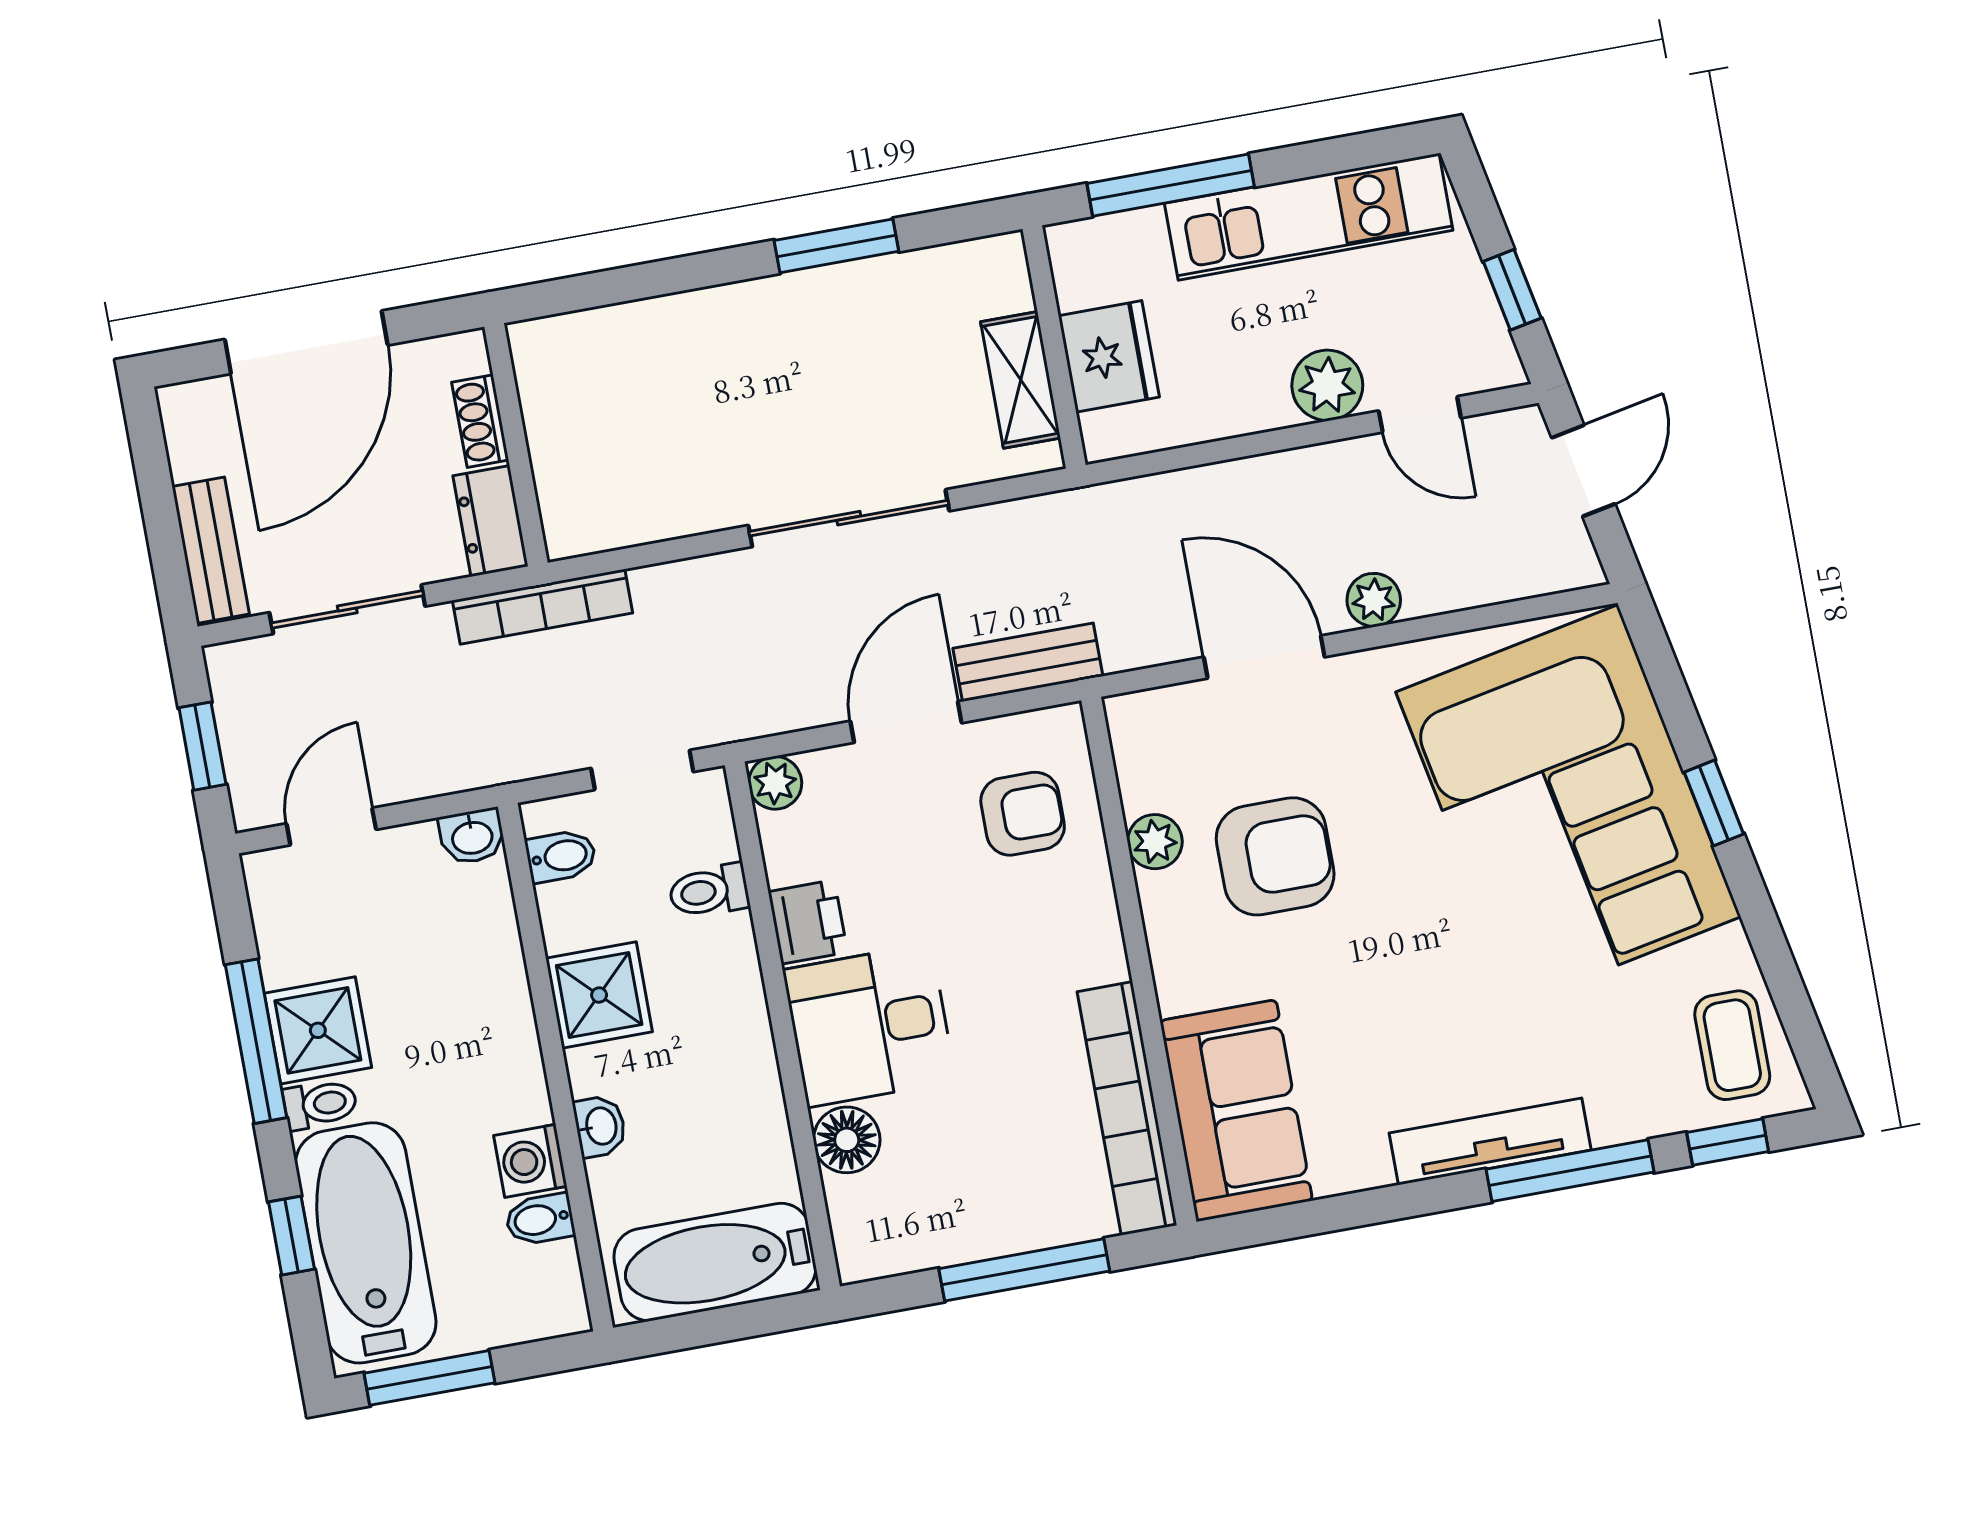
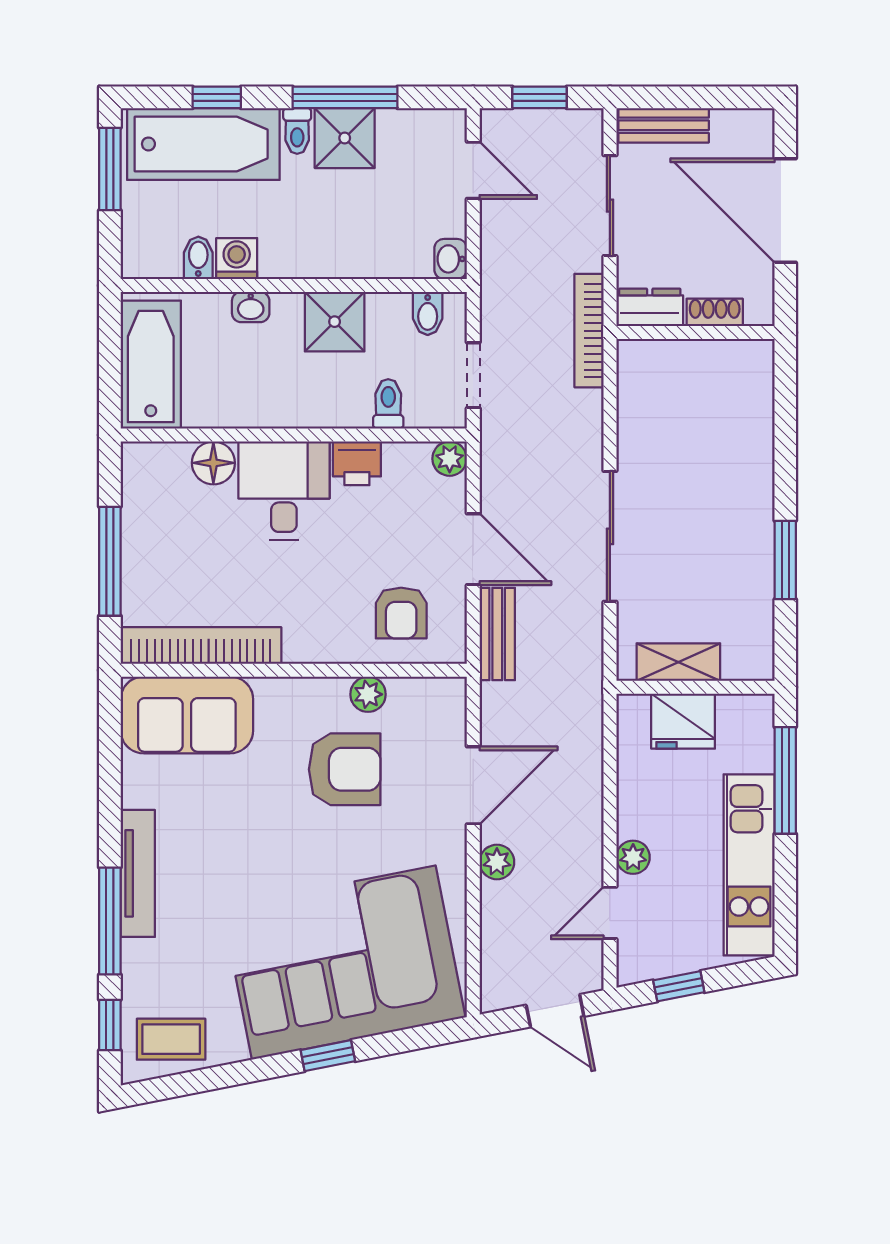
plant: (1327, 385) -> (633, 857), width x0.73, depth x0.73
armchair: (1275, 856) -> (345, 769), turned -90

